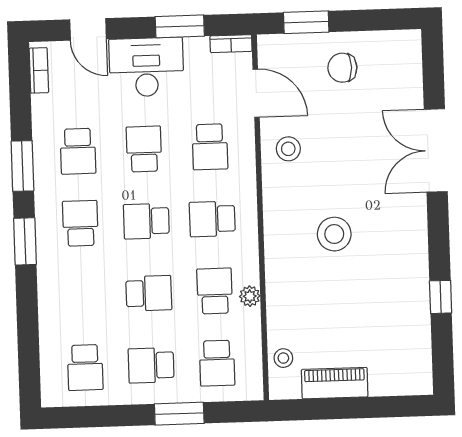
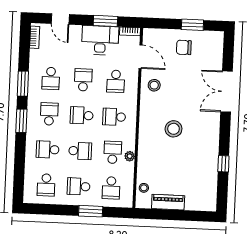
window: (306, 22) -> (192, 25), moved
desk: (146, 67) -> (100, 40), moved
school desk: (83, 295) -> (48, 149), added

